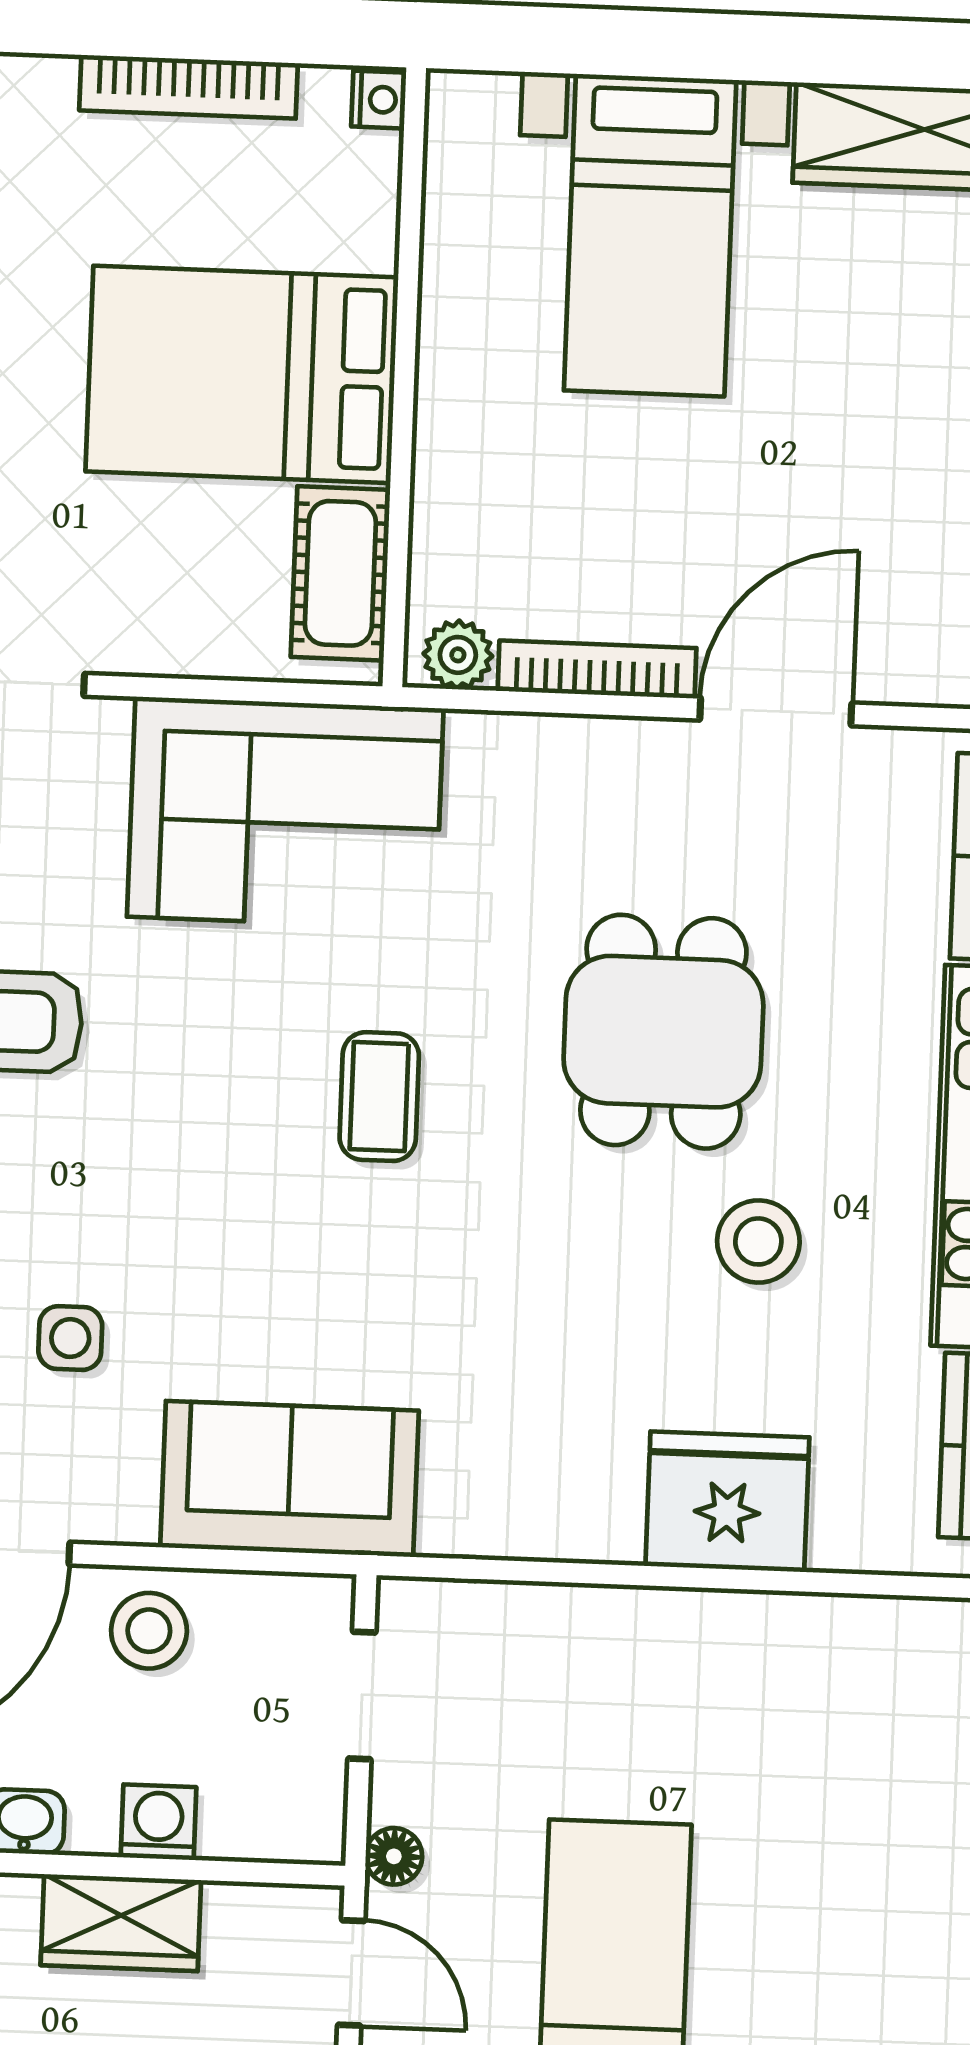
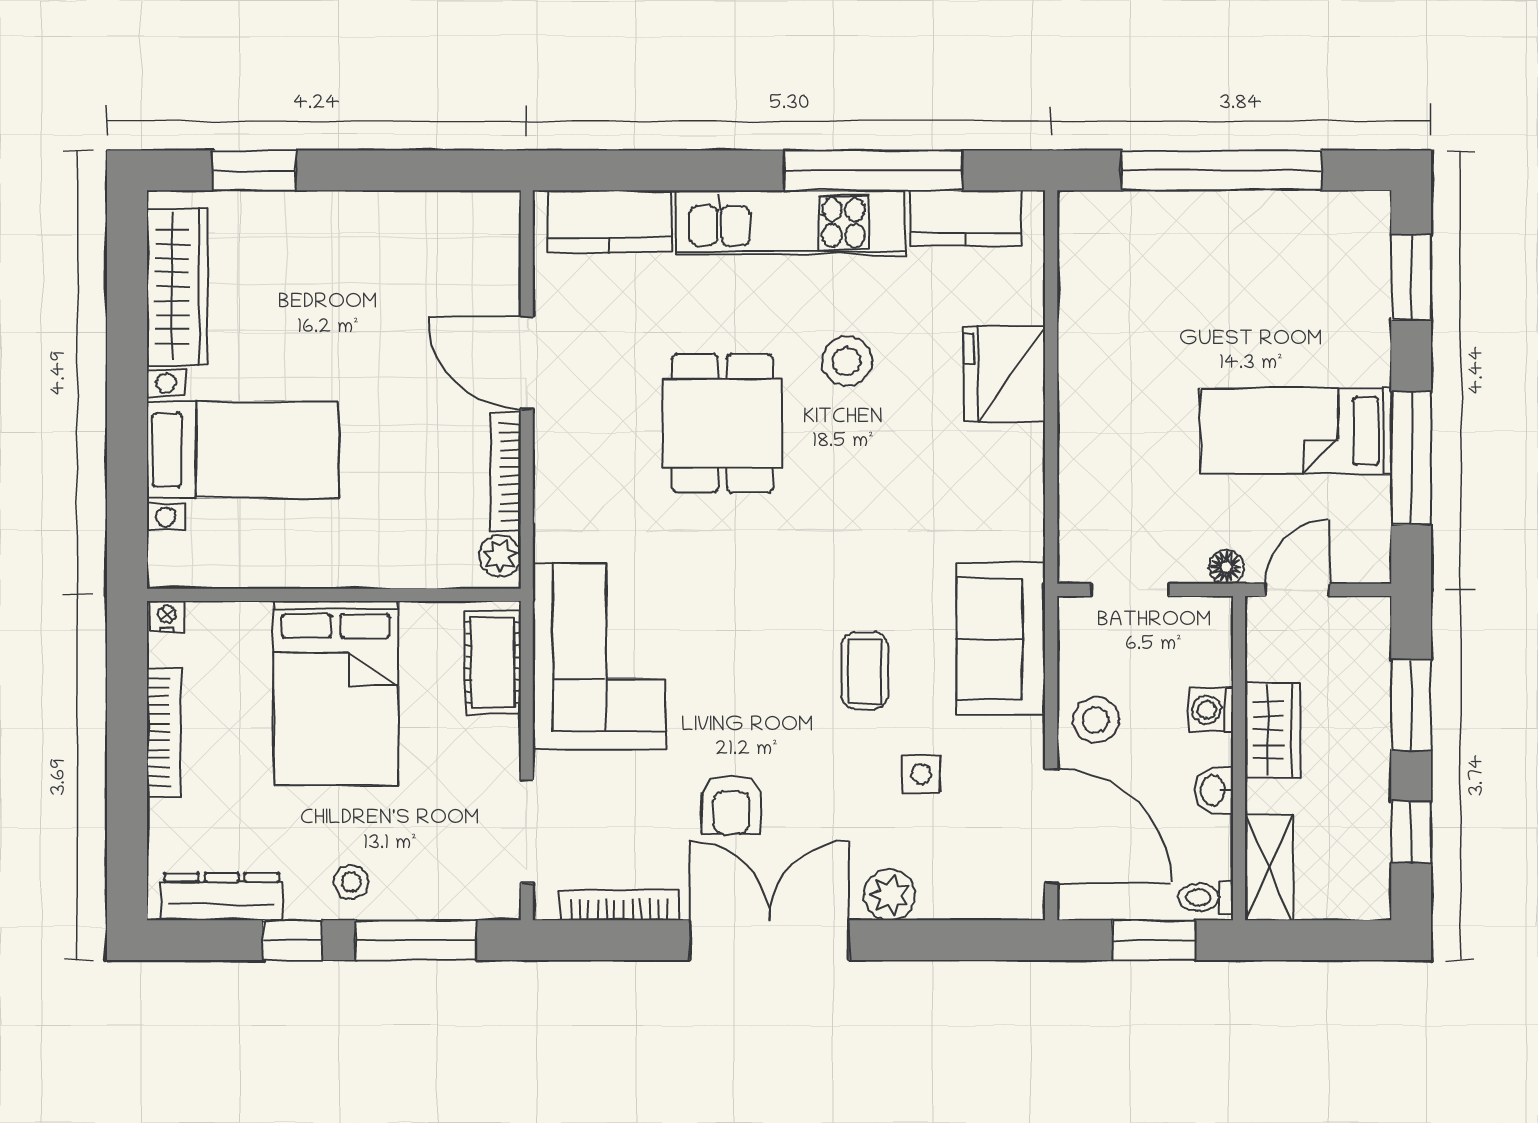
cot: (340, 573) -> (493, 662), moved, turned 90
dining table: (663, 1032) -> (723, 423), turned 90
coffee table: (379, 1097) -> (865, 671), moved, turned 90

